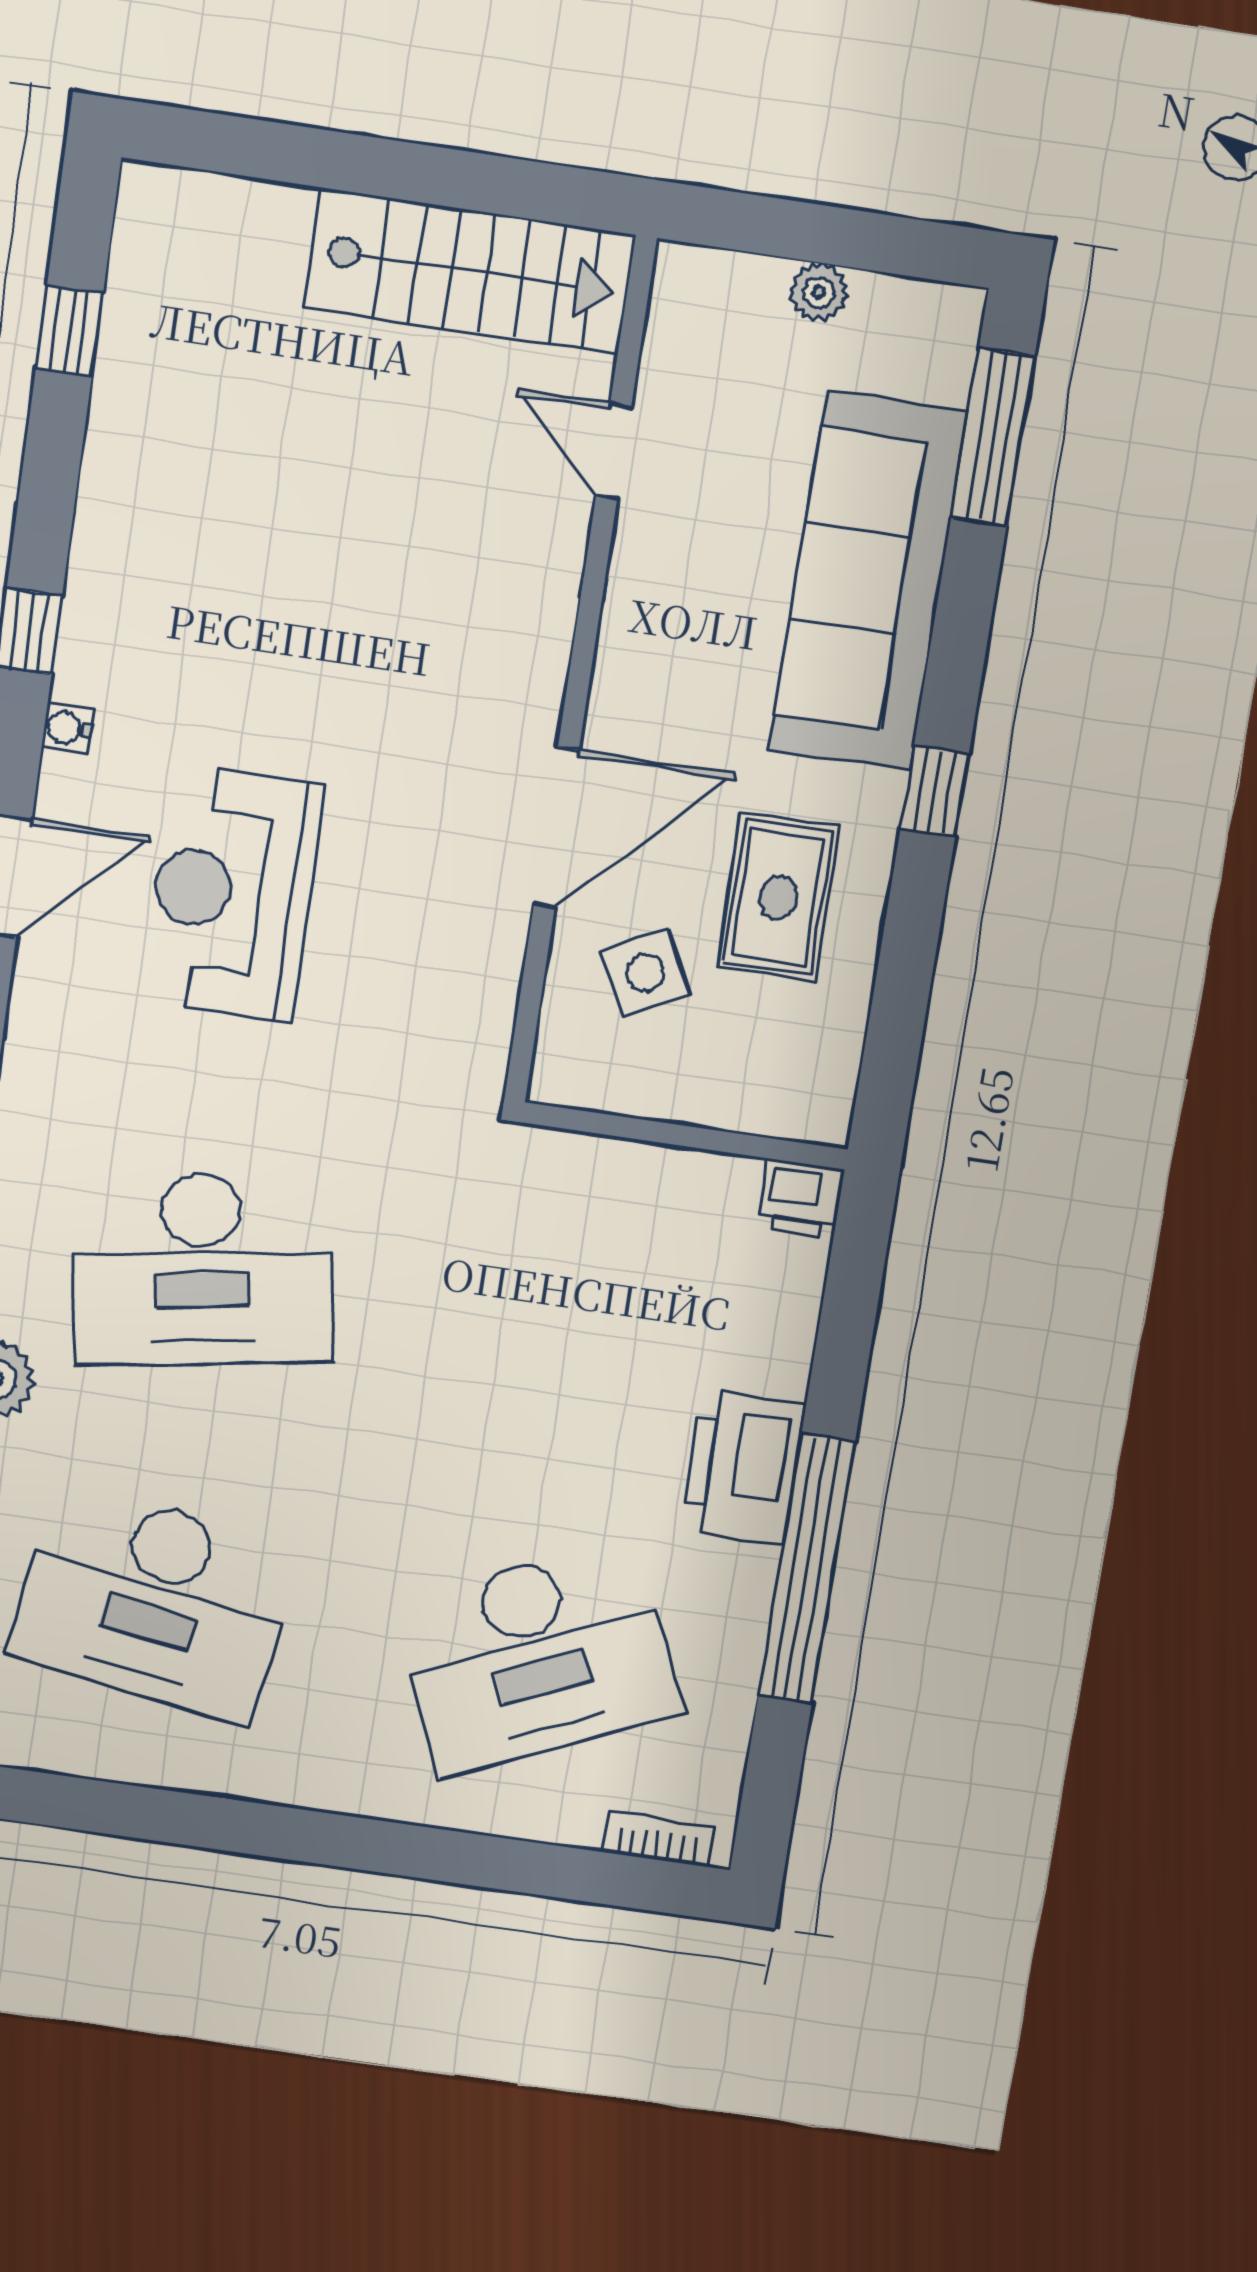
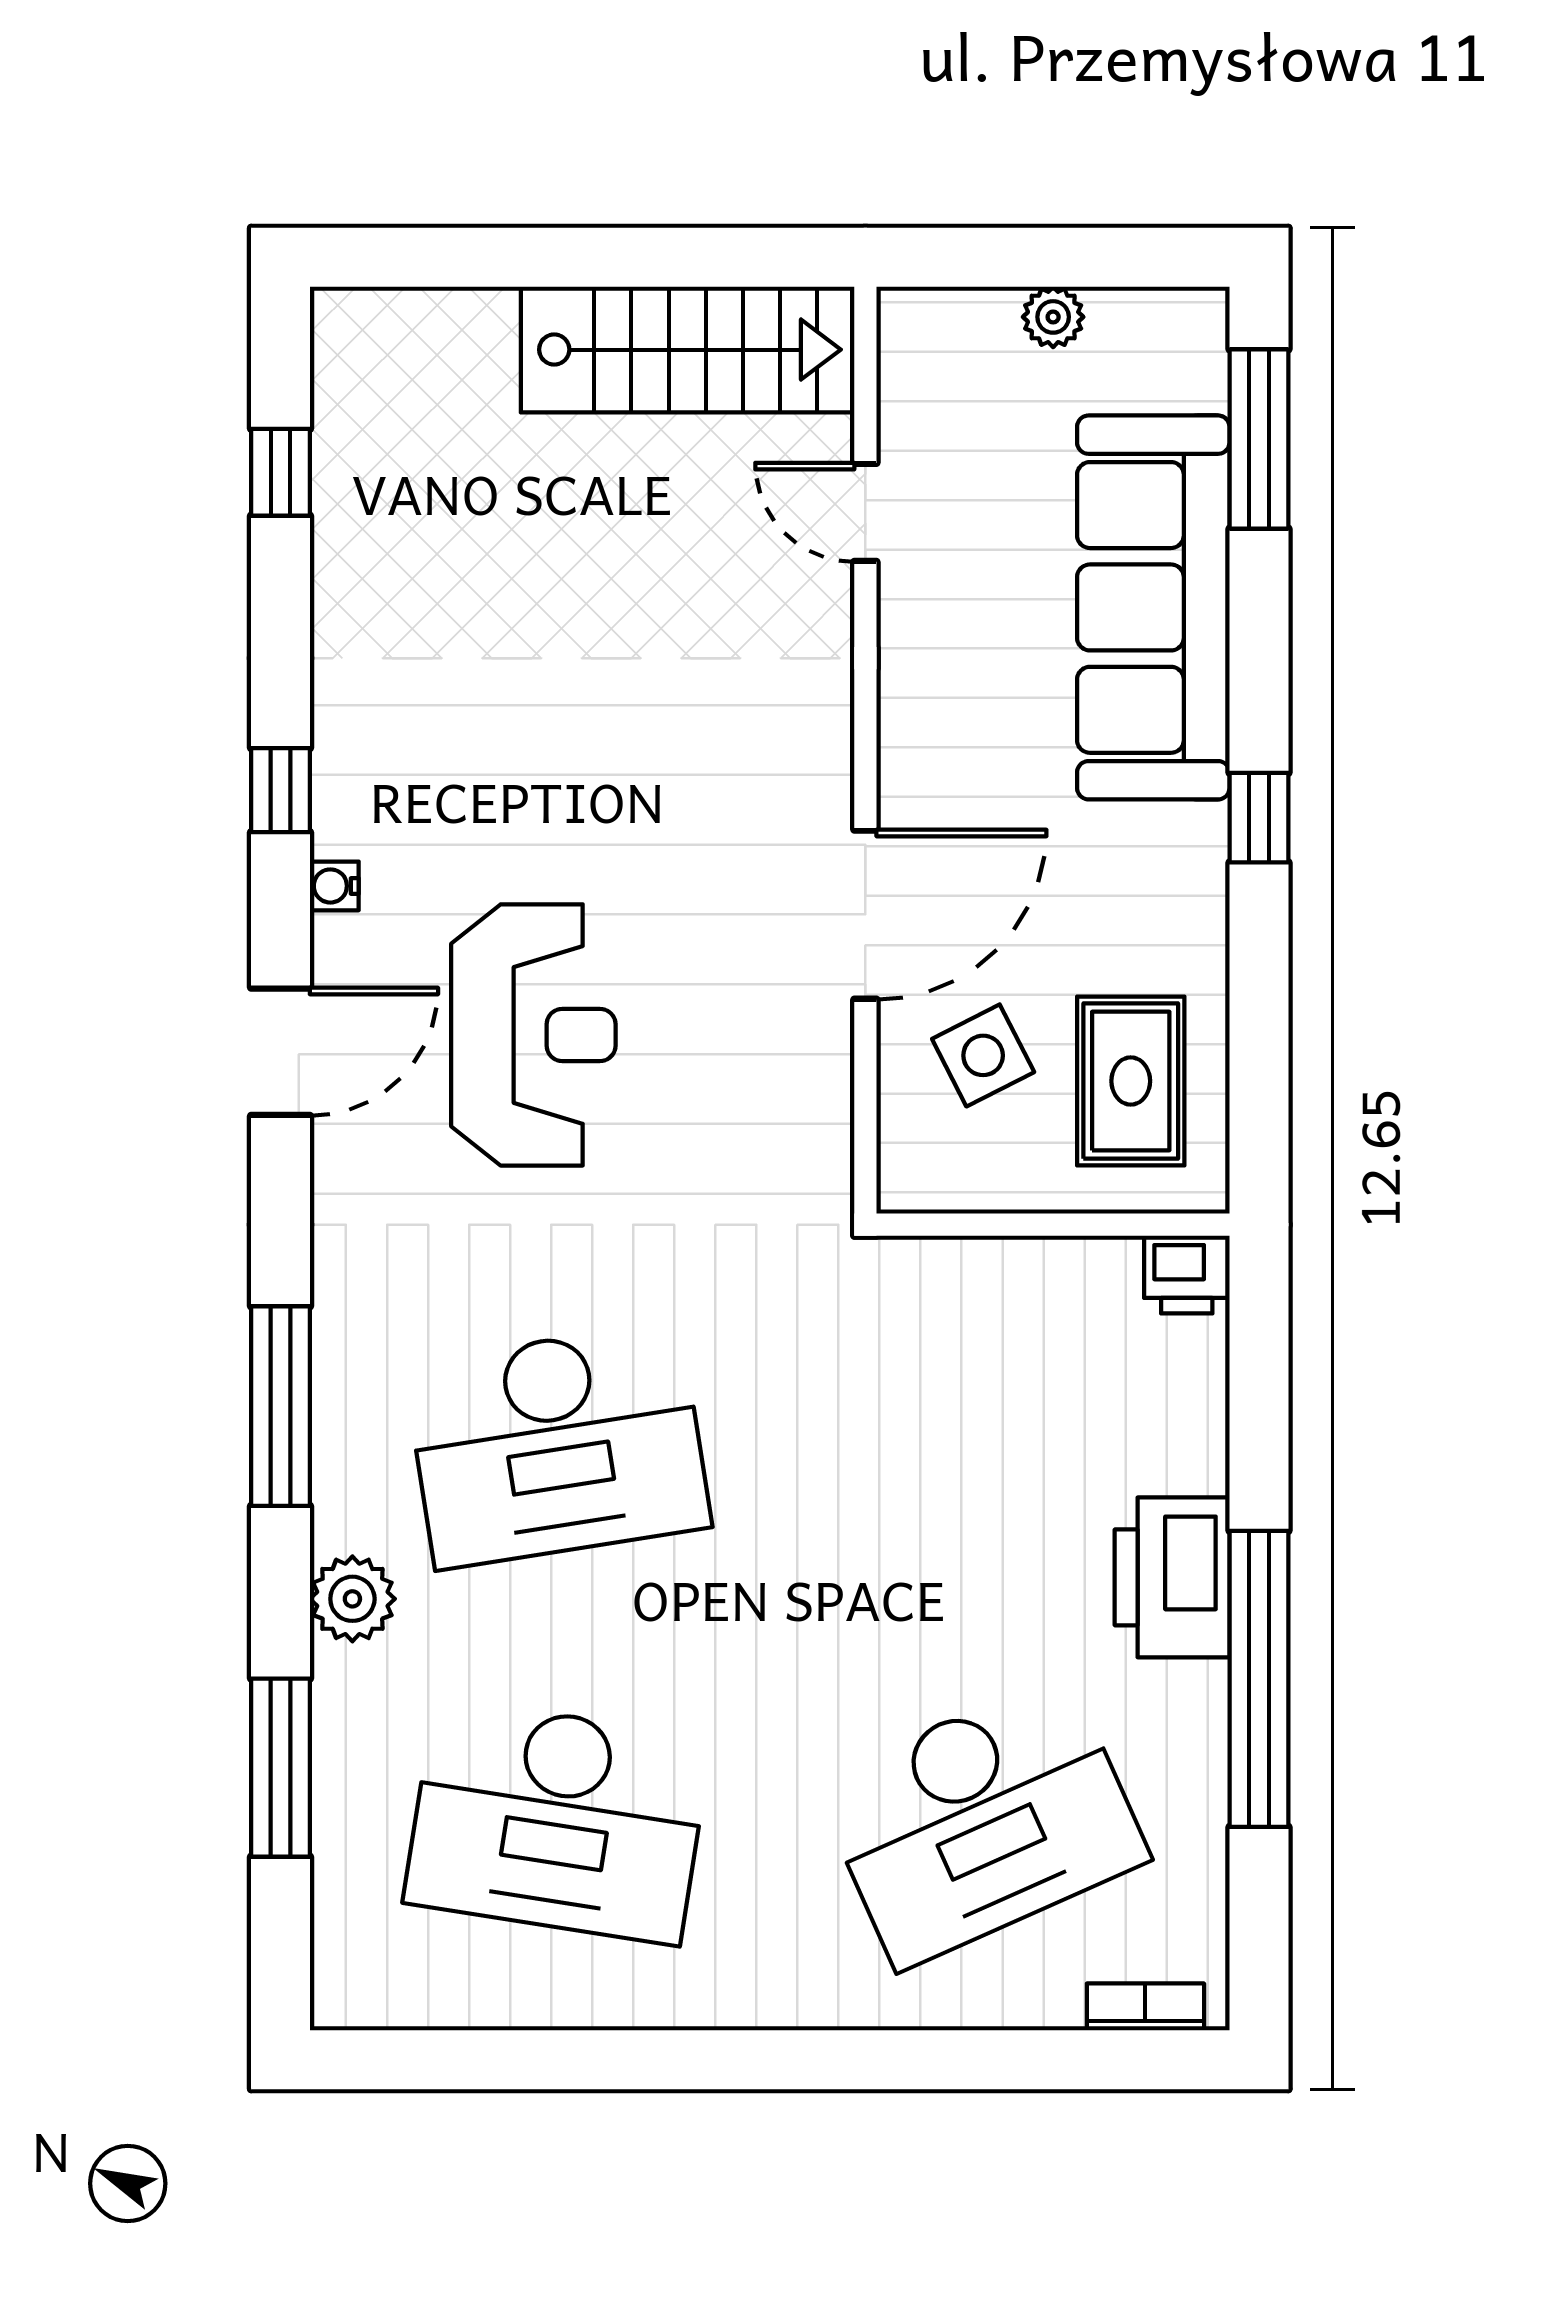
reception desk: (233, 893) -> (533, 1035), turned 180
rug: (778, 897) -> (1131, 1081), moved

